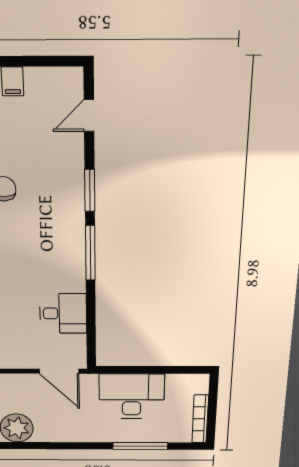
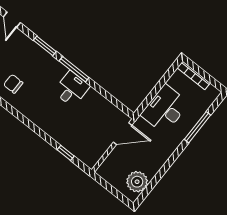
desk: (63, 313) -> (72, 89), moved
bookcase: (200, 419) -> (194, 75), moved

